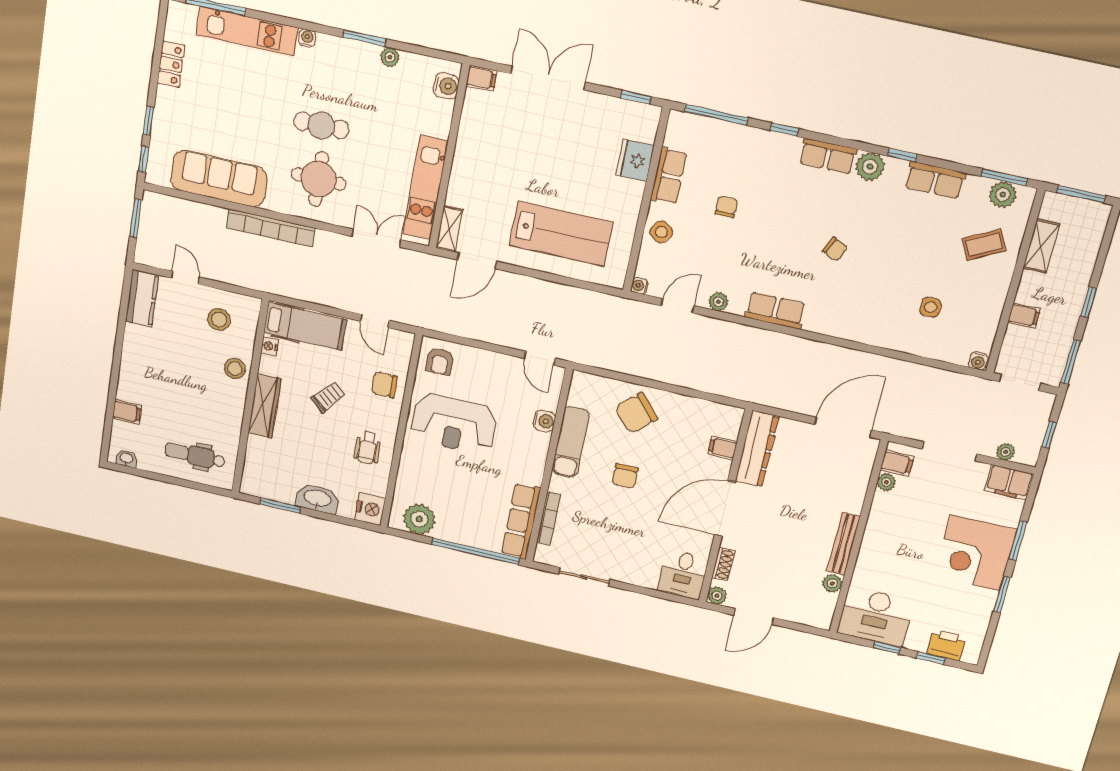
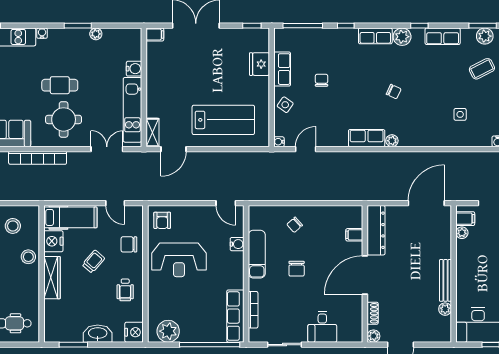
water cooler: (446, 86) -> (134, 69), moved
plant: (718, 302) -> (392, 141), moved
nightstand: (270, 346) -> (53, 241), width x1.89, depth x1.79
chair: (636, 413) -> (295, 225), width x0.54, depth x0.54
desk: (683, 574) -> (322, 327), moved

